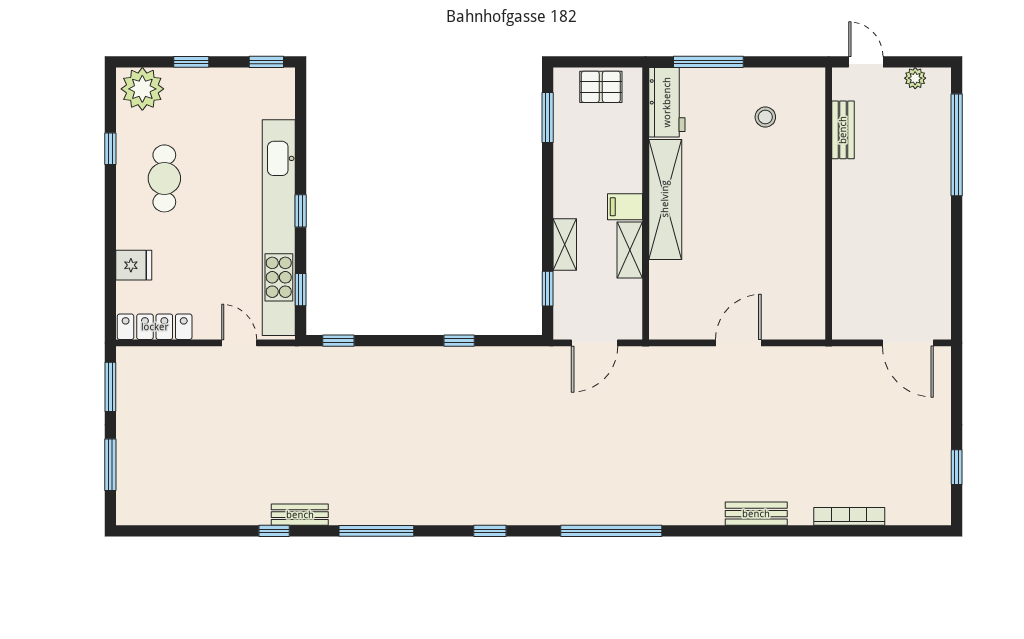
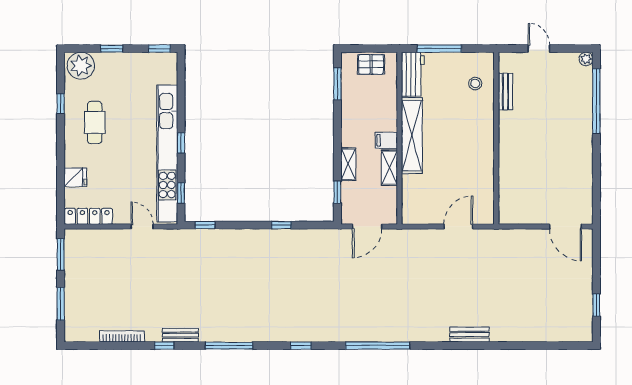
plant: (915, 78) -> (586, 59), moved
bench: (843, 130) -> (505, 92), moved
wall: (829, 203) -> (496, 138), moved
bookcase: (849, 516) -> (122, 336), moved

